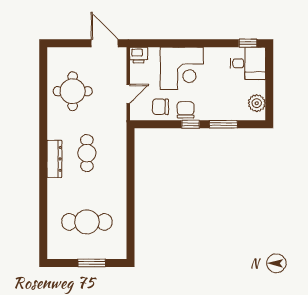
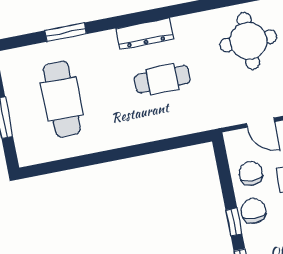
chair: (186, 110) -> (253, 211), turned -90
window: (43, 211) -> (66, 32), added

